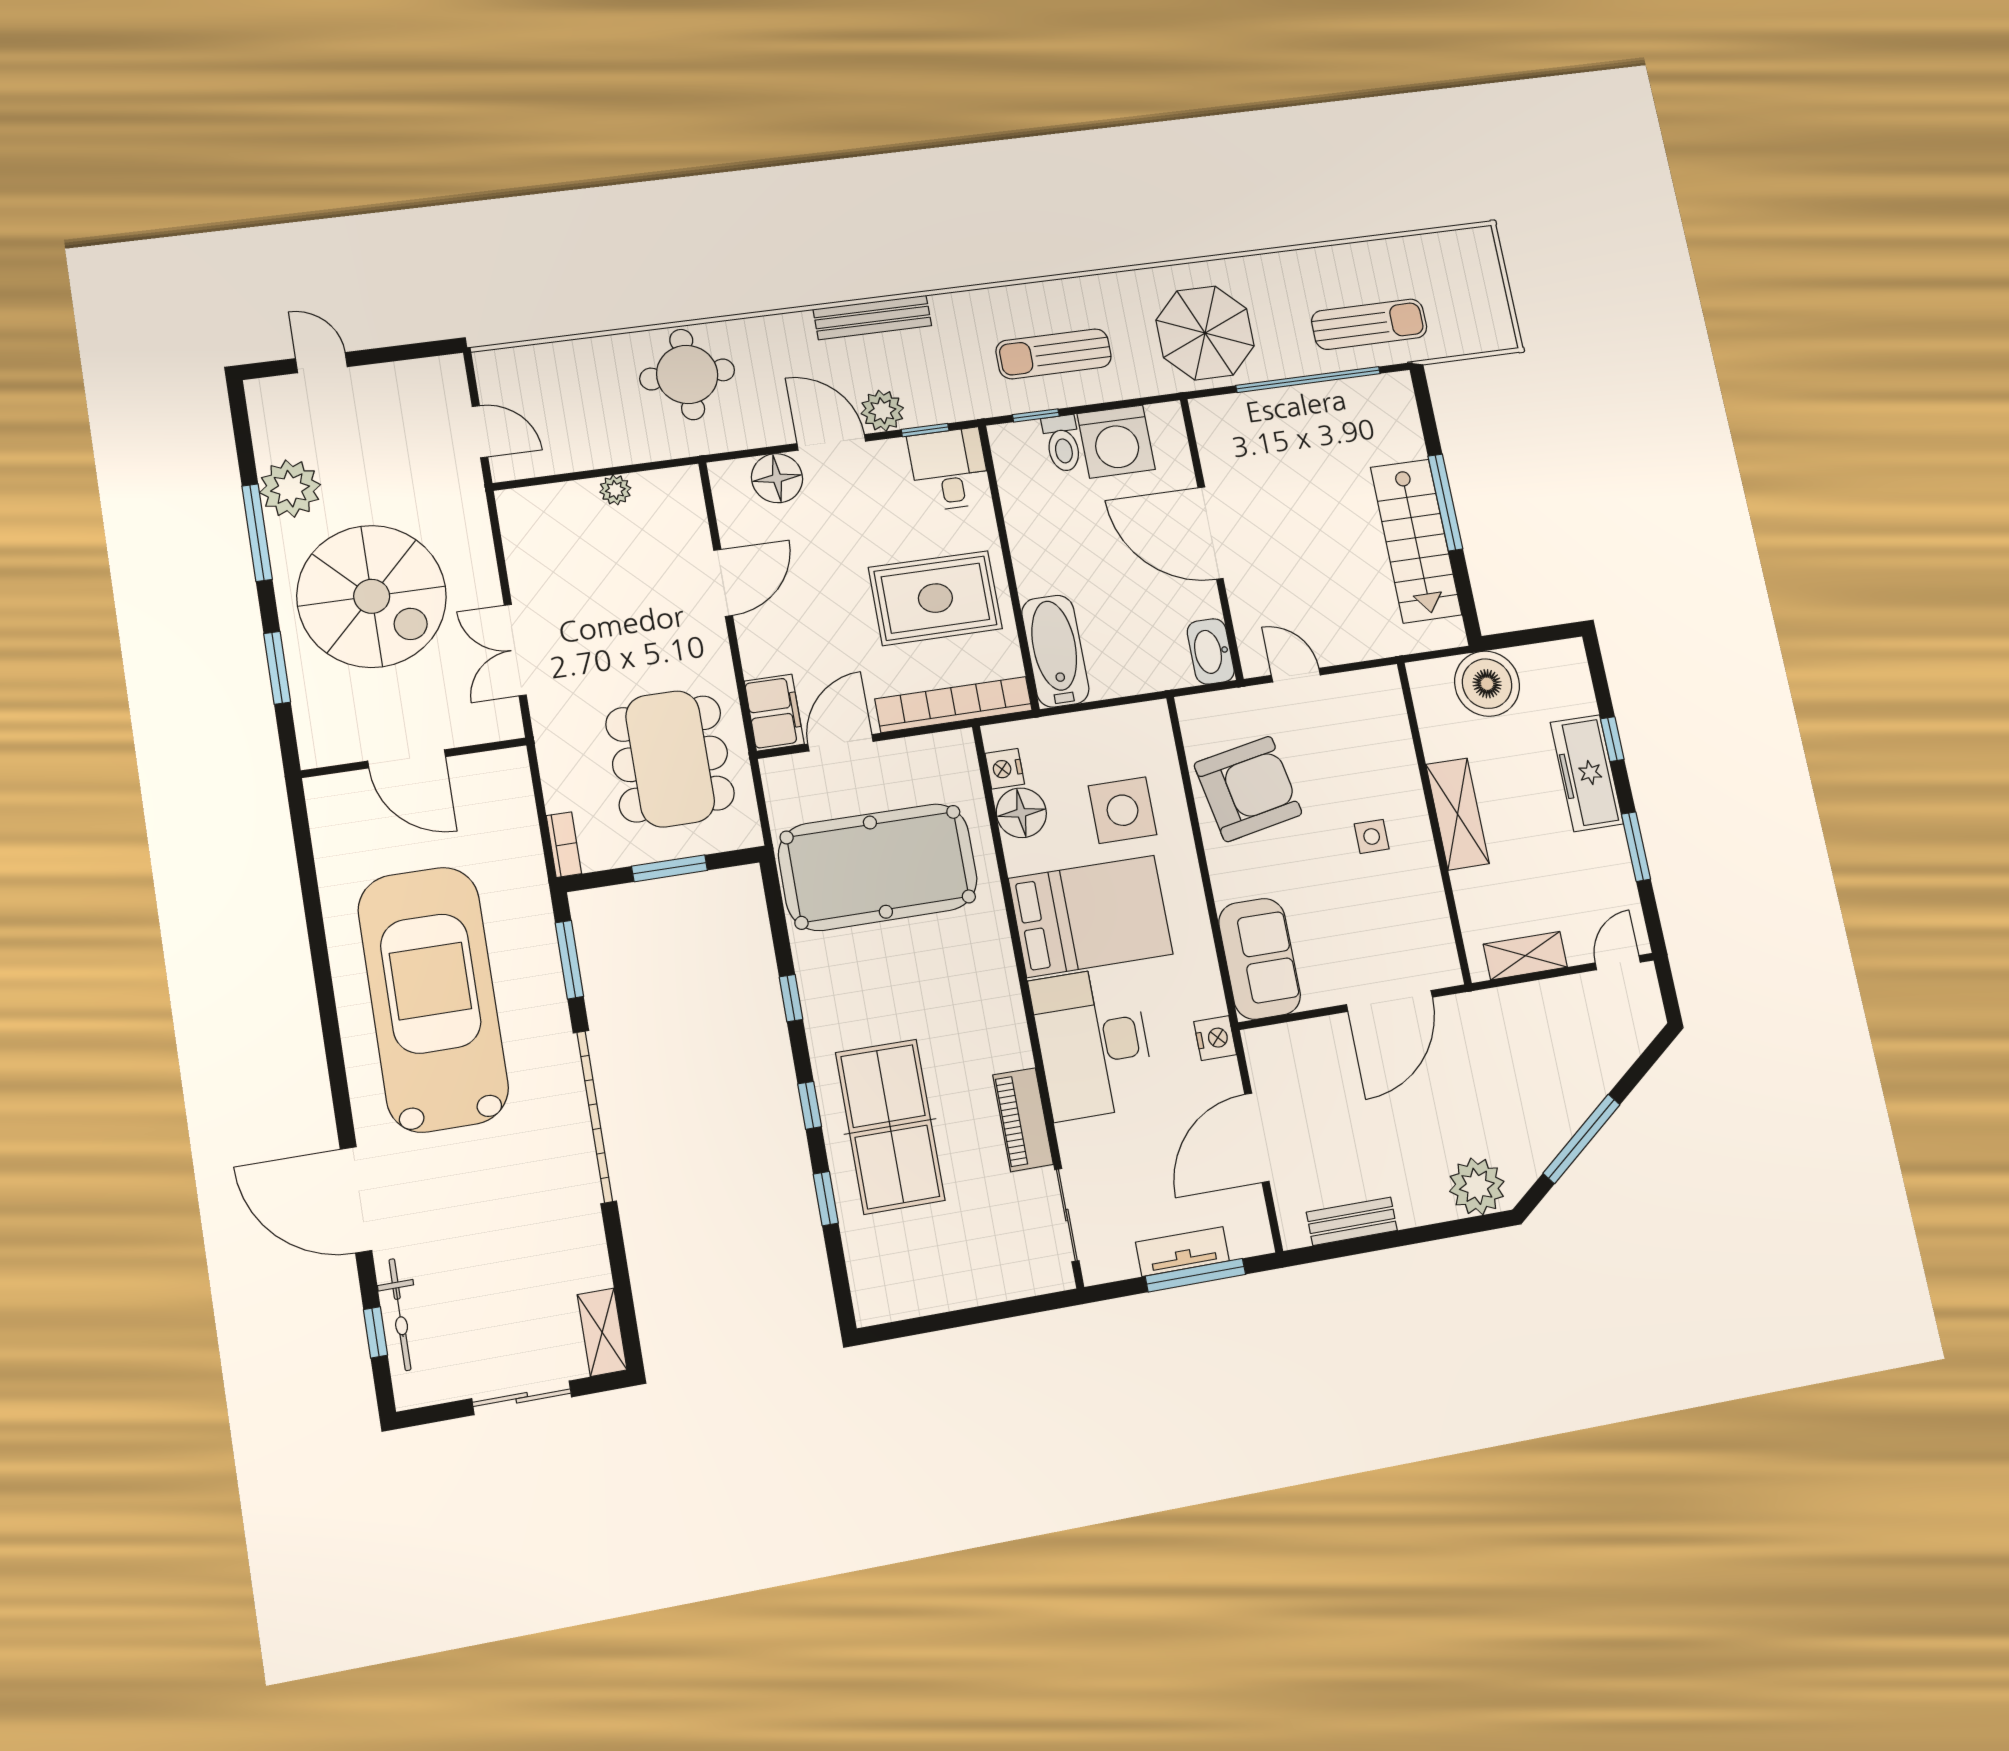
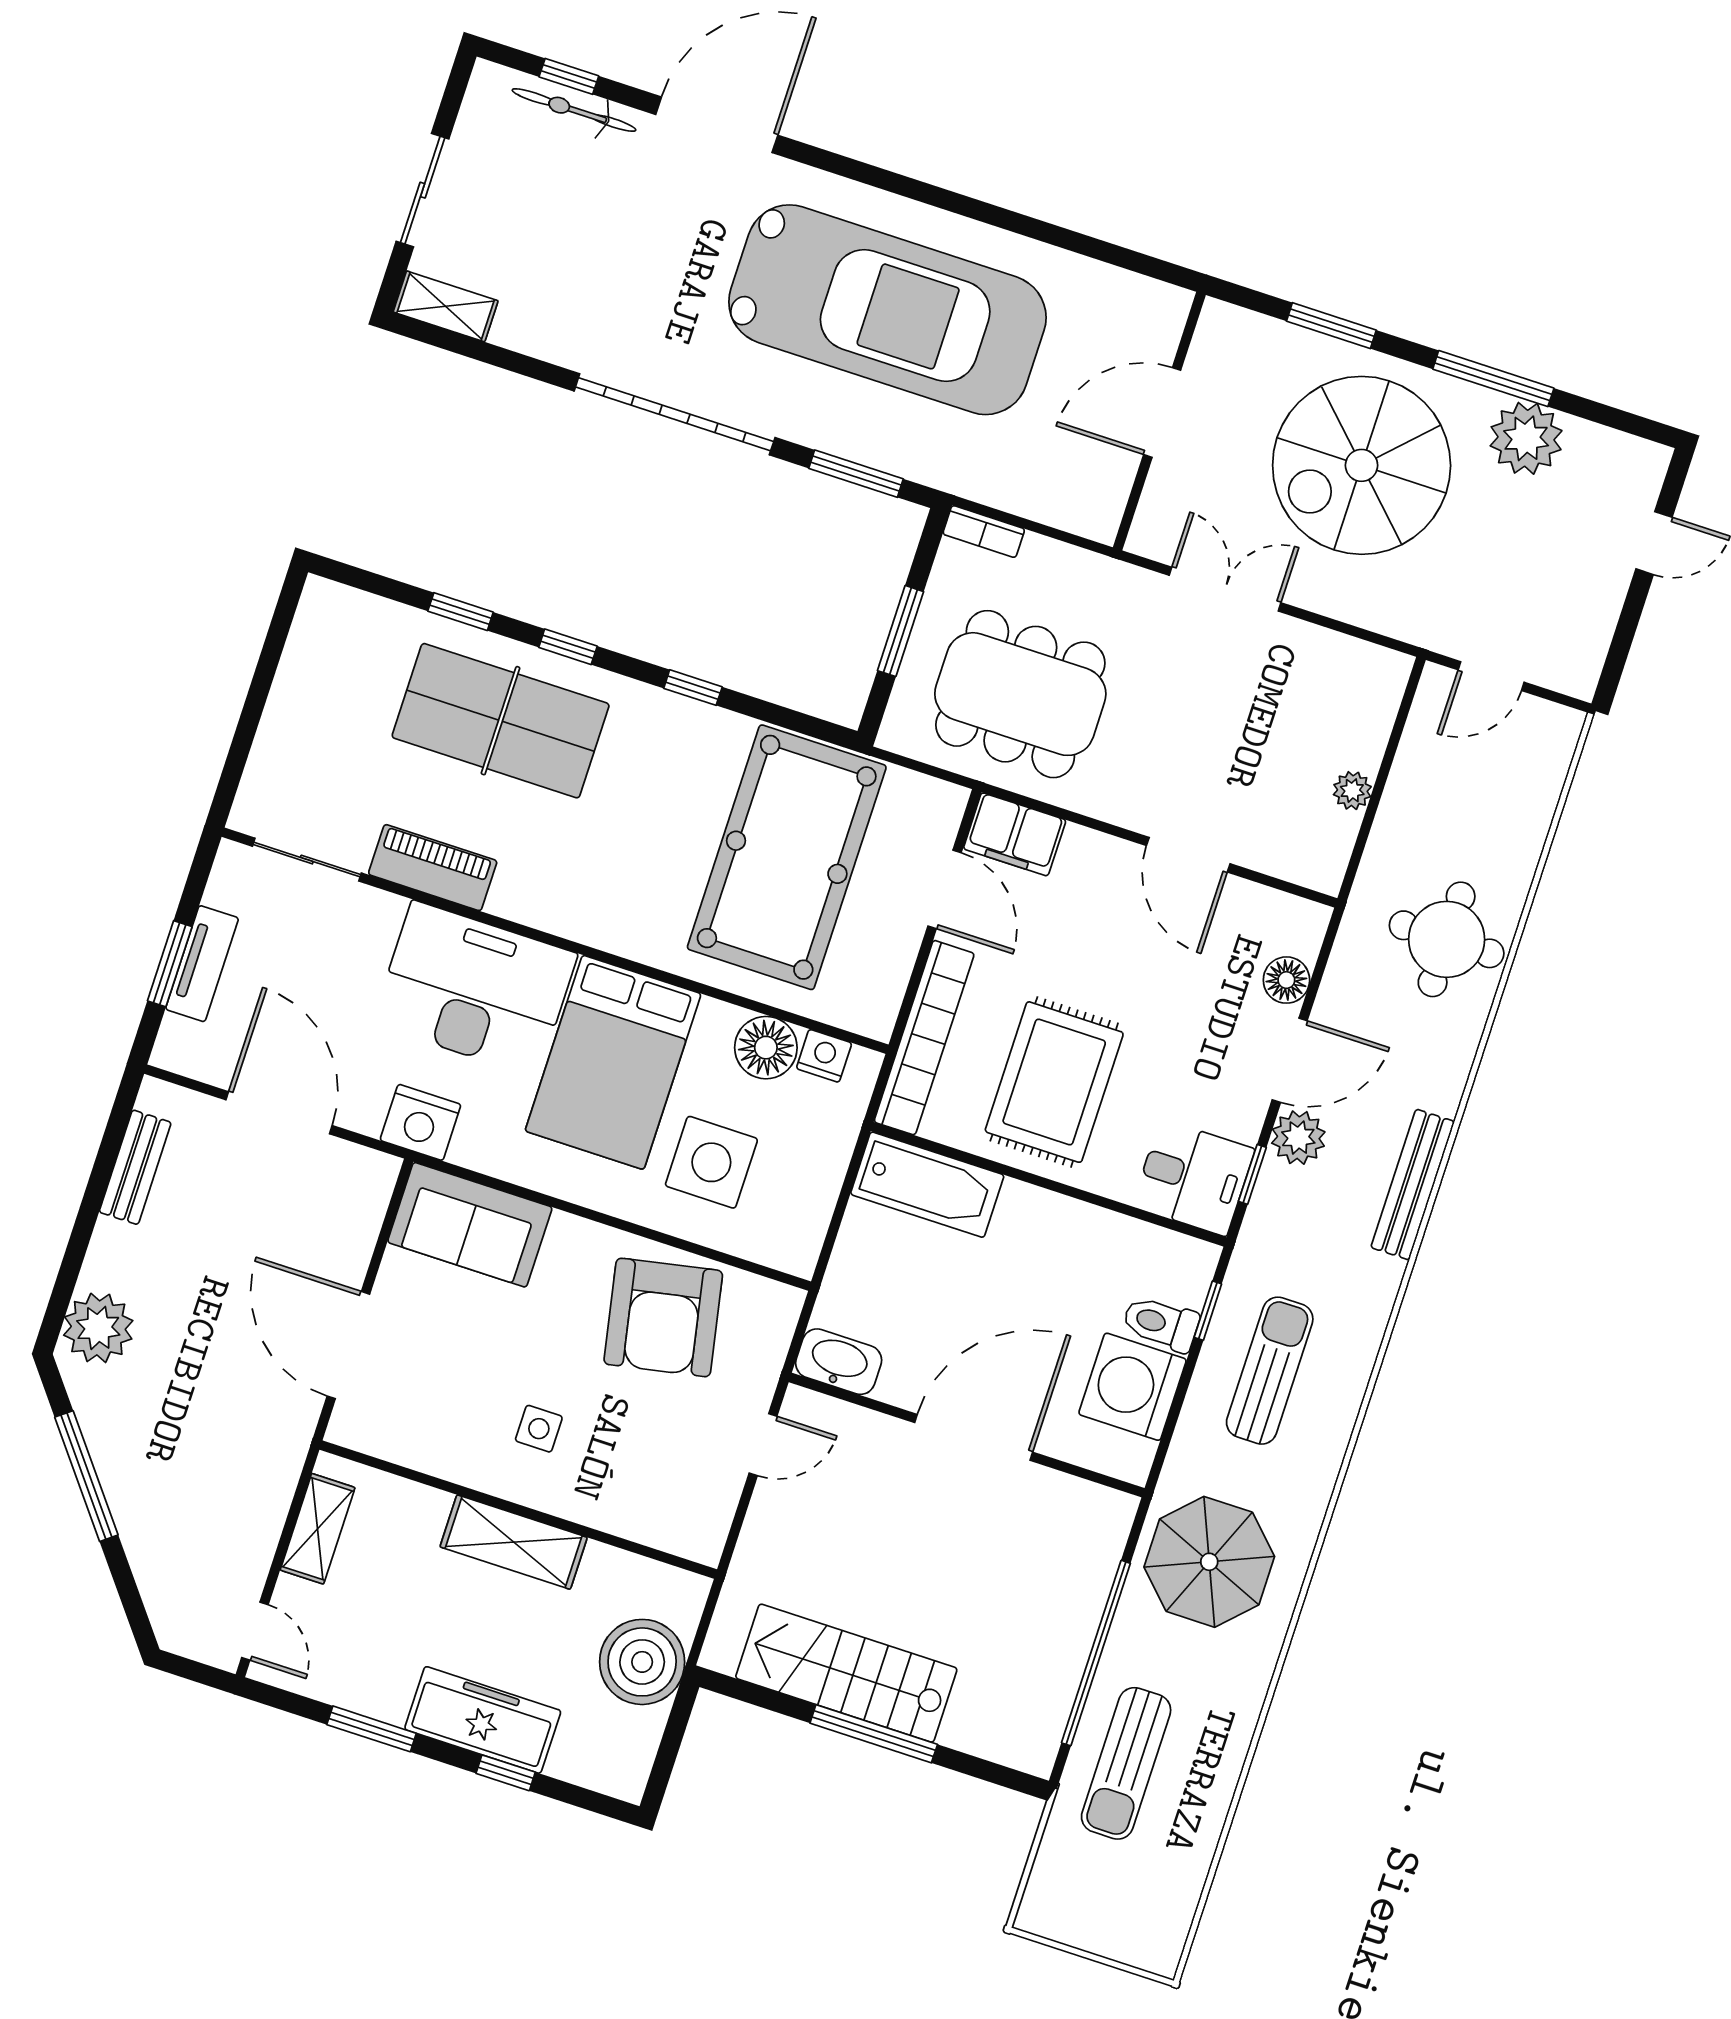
floor lamp: (777, 478) -> (1286, 980), width x0.73, depth x0.73
nightstand: (1215, 1038) -> (420, 1122), width x1.36, depth x1.33
window: (1195, 1275) -> (170, 964), width x0.69

